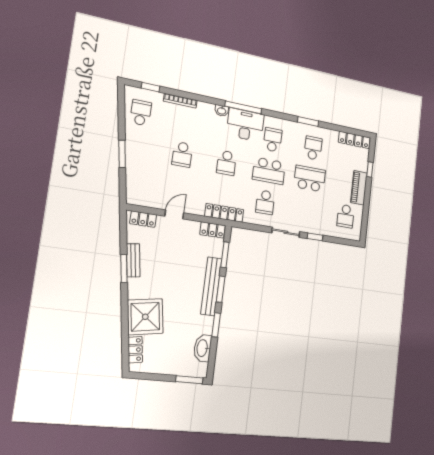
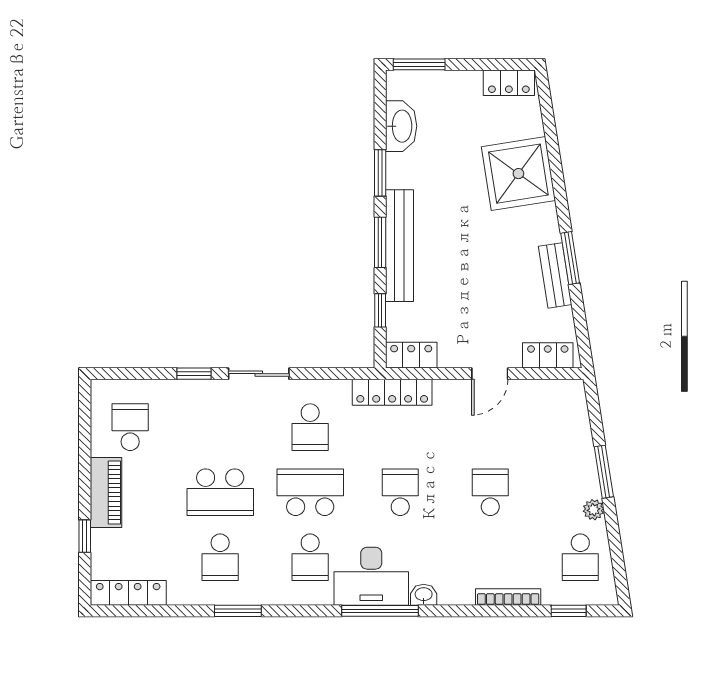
plant: (130, 135) -> (594, 510), added
school desk: (265, 202) -> (310, 427), turned 180
window: (225, 255) -> (380, 310), width x0.67
locker: (135, 350) -> (509, 83), moved, turned -81

